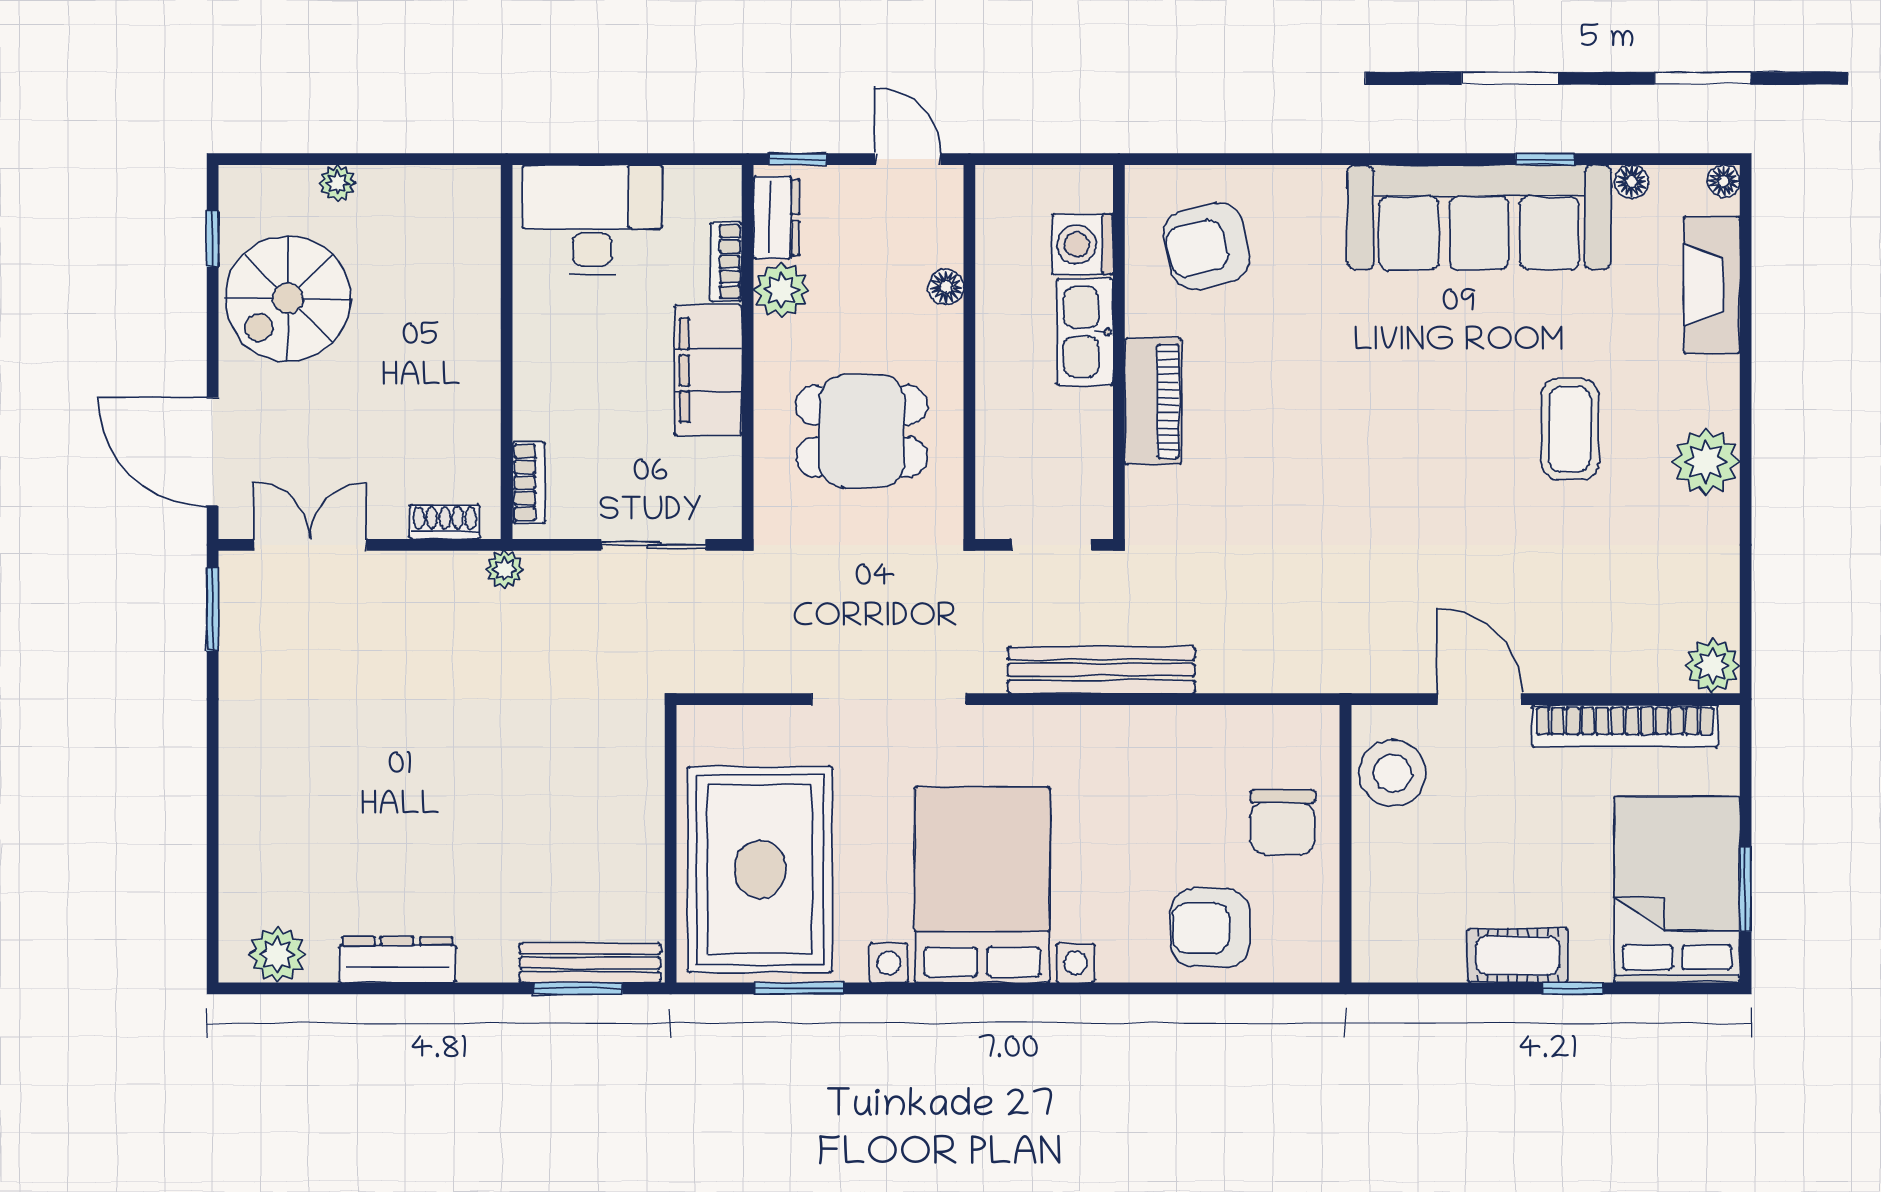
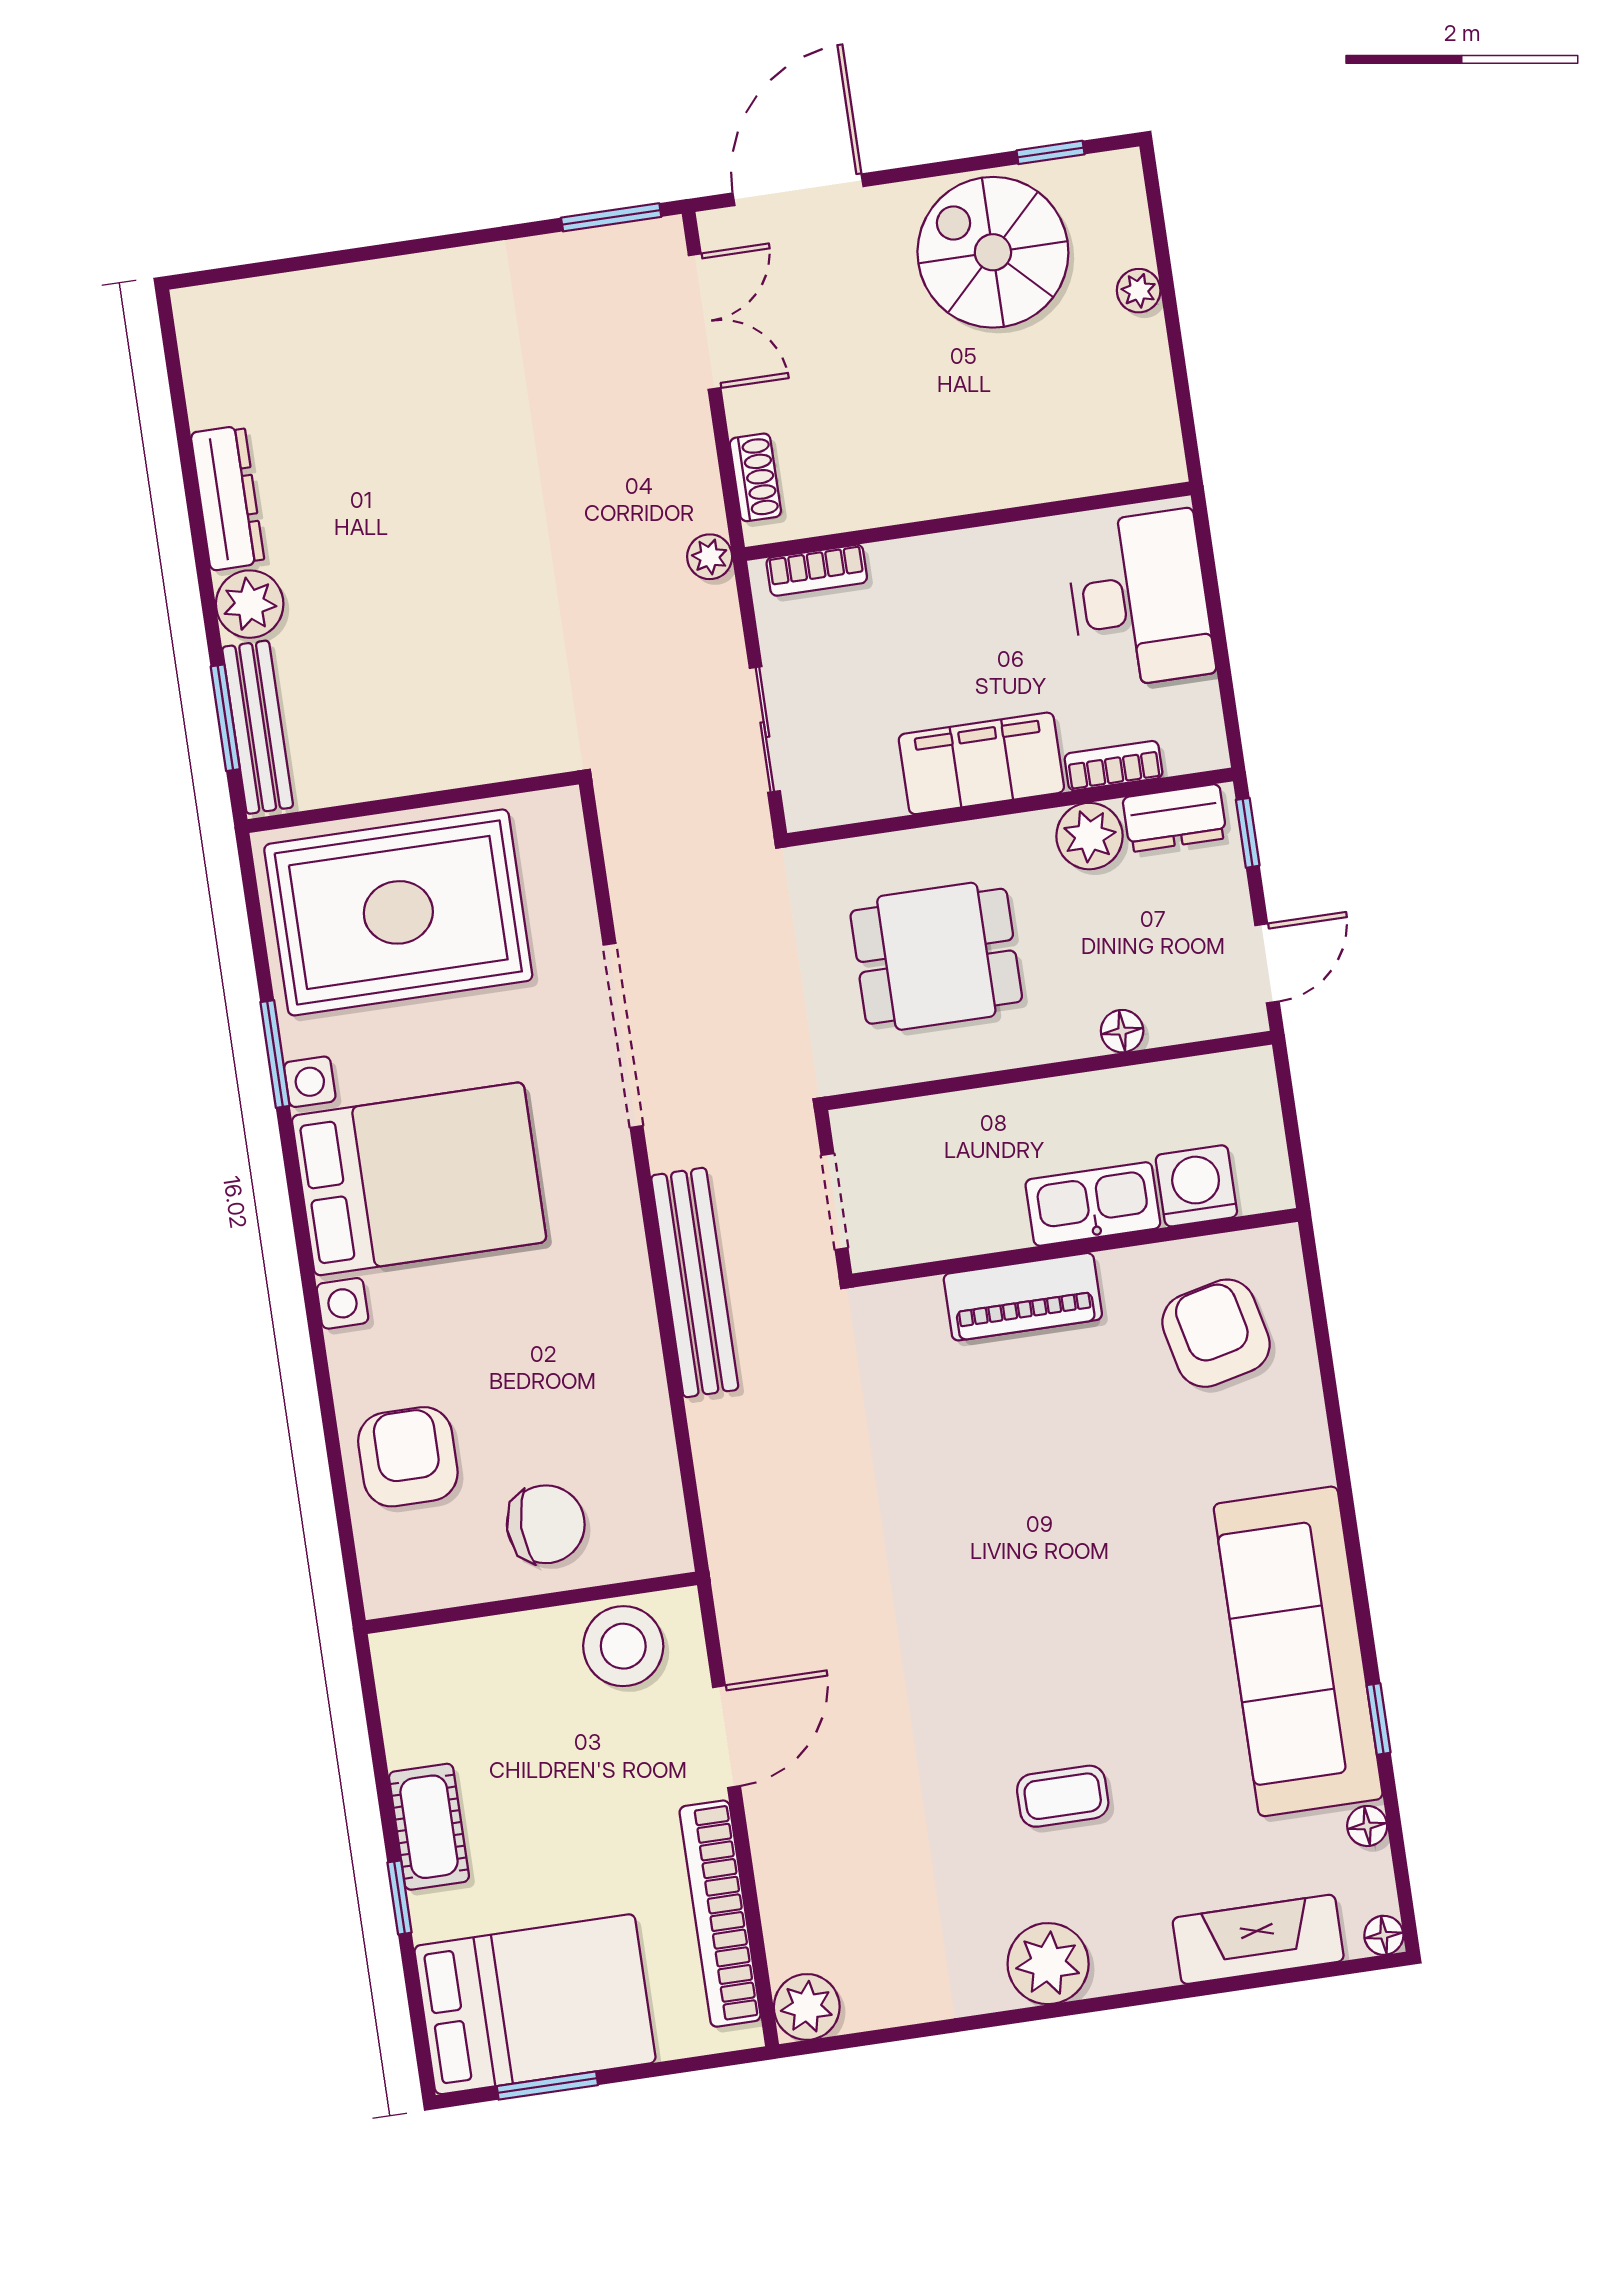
coffee table: (1570, 429) -> (1063, 1796), width x0.73, depth x0.77
dining table: (862, 431) -> (936, 956), turned 90
chair: (1283, 822) -> (546, 1524), turned 180
plant: (277, 954) -> (250, 604), moved
window: (799, 988) -> (275, 1054), moved

